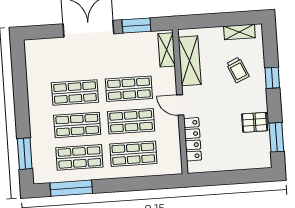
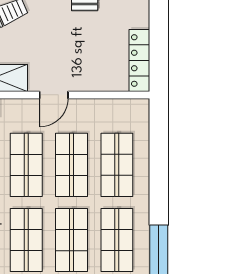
locker: (193, 139) -> (139, 61), moved, turned -90

